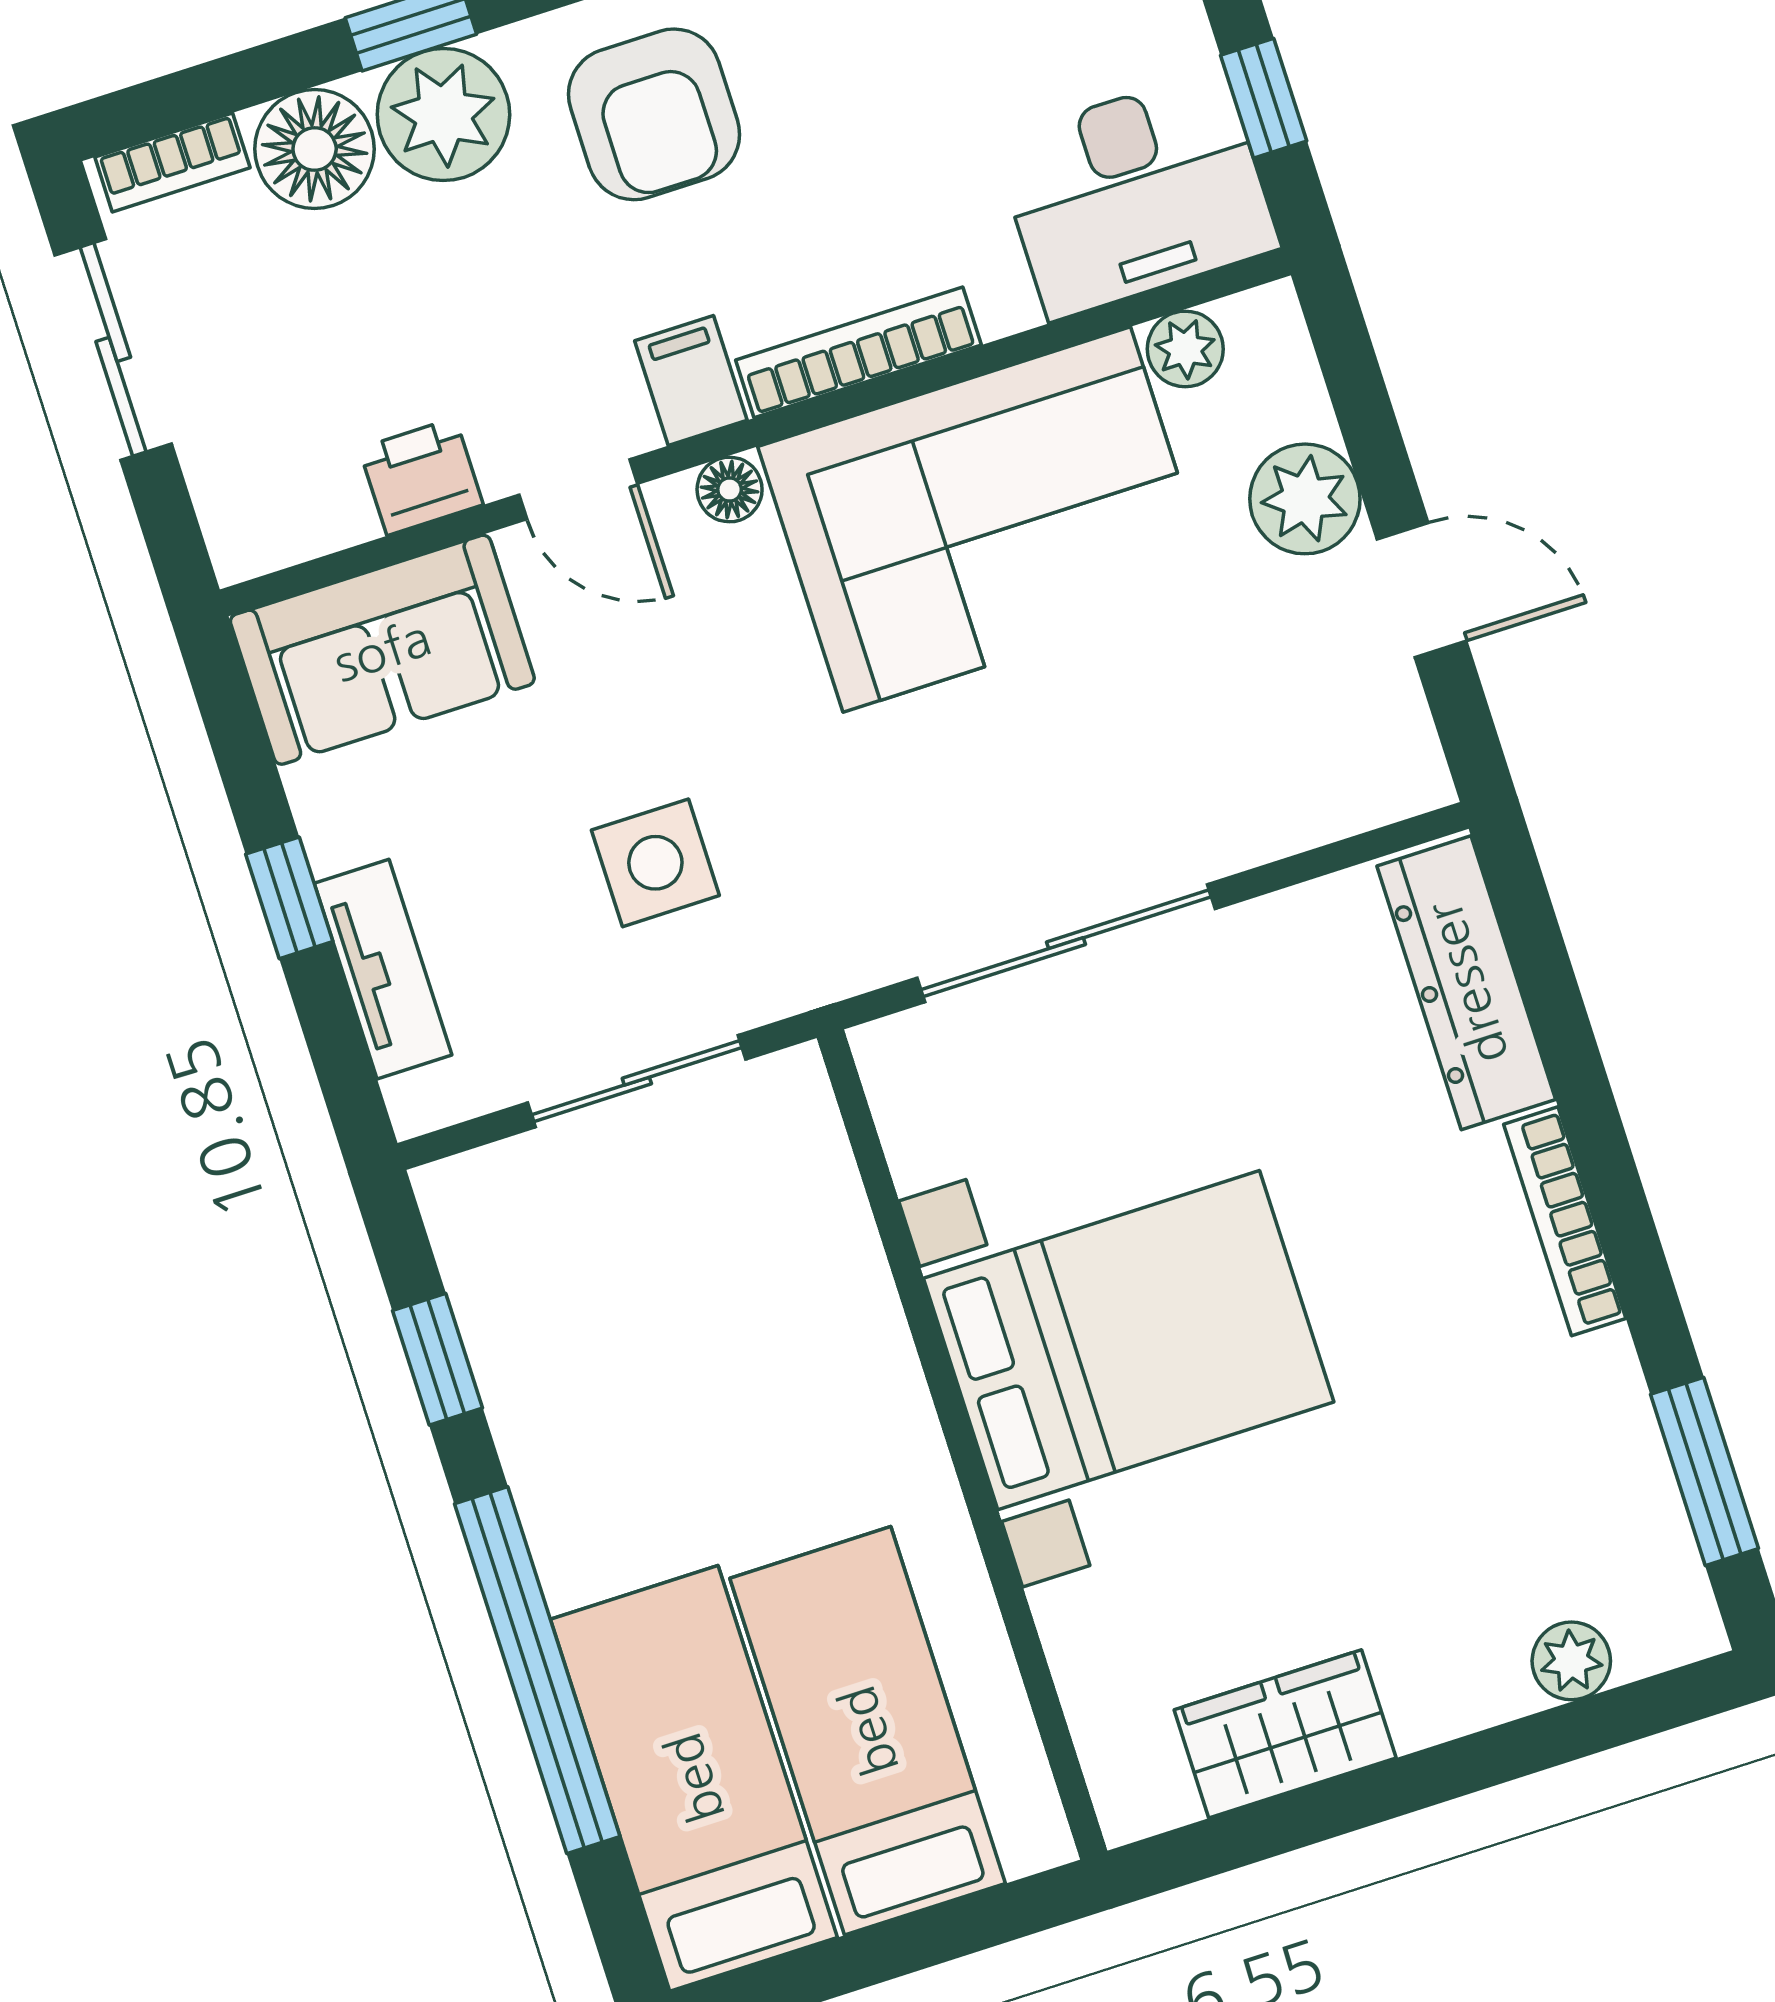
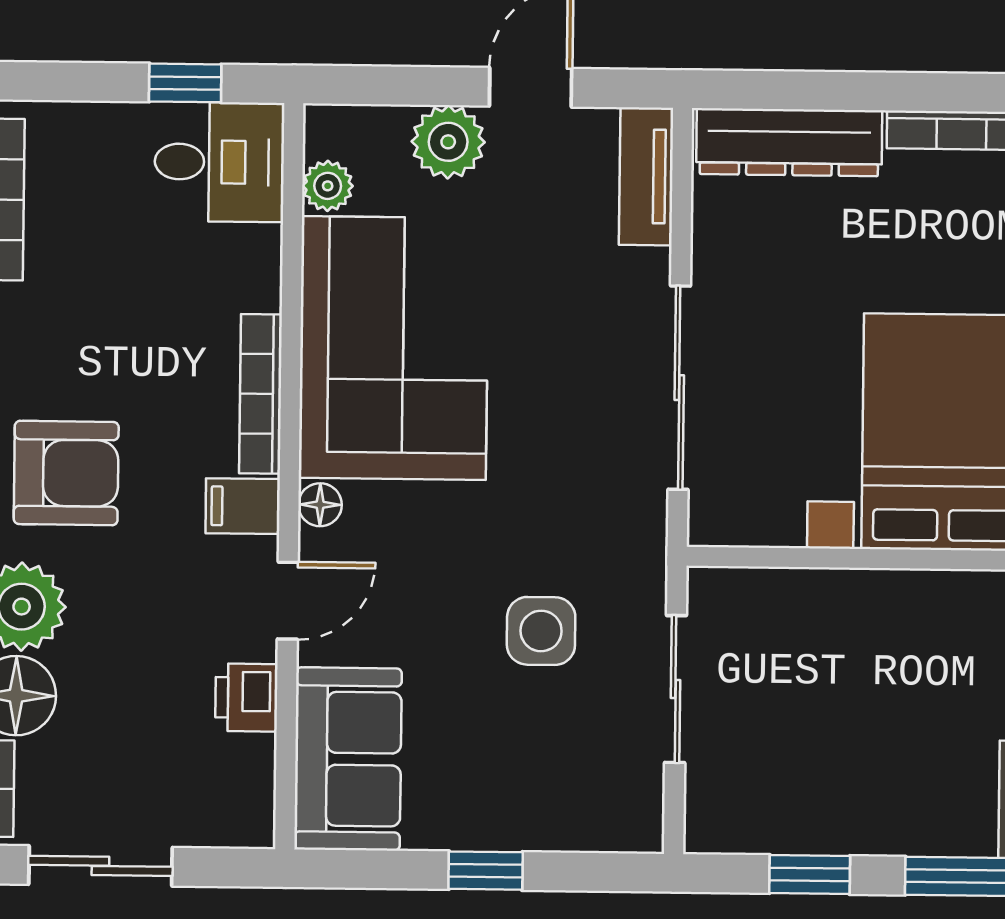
desk: (1136, 194) -> (219, 162), width x0.73
tv unit: (383, 969) -> (646, 176), moved, turned -90

